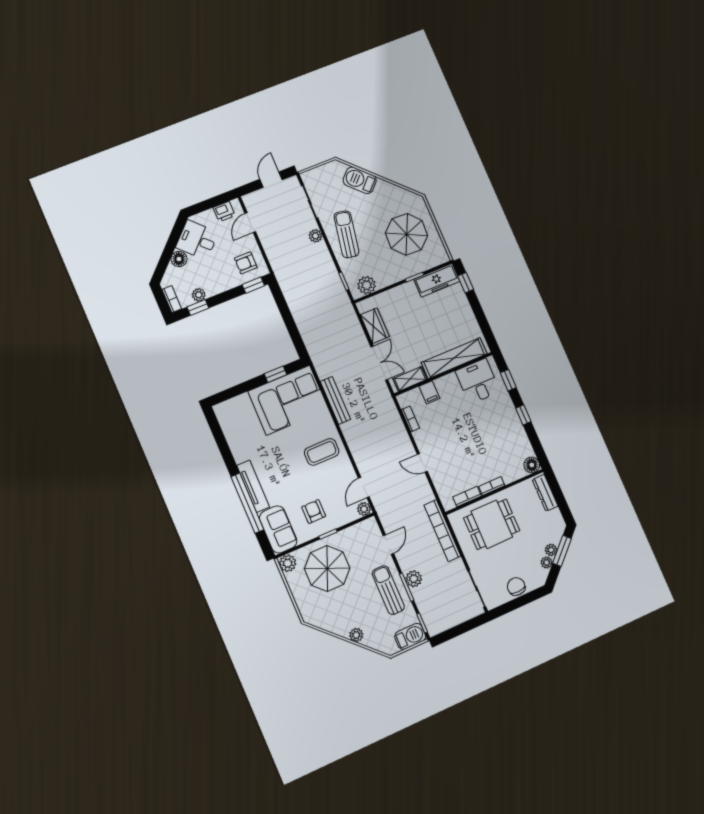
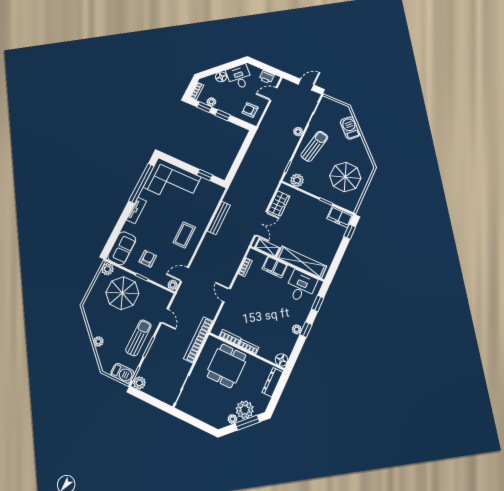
freezer: (437, 280) -> (340, 217), width x0.71
window: (253, 285) -> (223, 115), moved
filing cabinet: (429, 392) -> (275, 267), width x2.00
corner sofa: (288, 400) -> (172, 182), moved
plant: (516, 424) -> (297, 329), added
coffee table: (322, 452) -> (184, 235), turned 90
tv unit: (253, 486) -> (136, 210), width x0.71
window: (247, 503) -> (141, 183), moved
dining table: (492, 524) -> (227, 366), turned 90
door: (388, 545) -> (164, 316), hinge flipped
plant: (551, 550) -> (245, 410), width x1.88, depth x1.88
plant: (414, 579) -> (139, 383), moved
chair: (516, 587) -> (203, 412), removed

